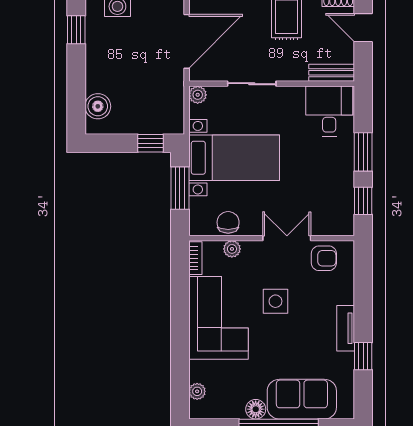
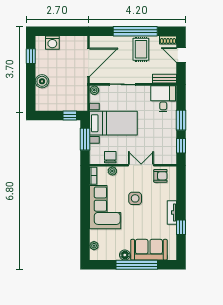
boiler: (98, 106) -> (42, 81), moved

